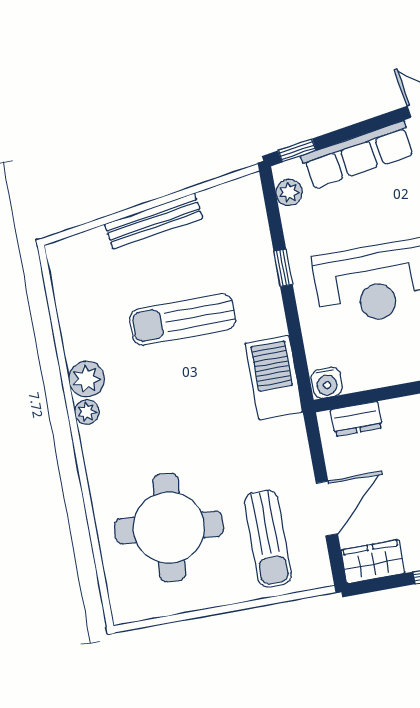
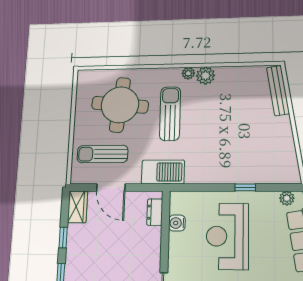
bench: (154, 221) -> (278, 91), moved
sun lounger: (182, 319) -> (170, 114), moved
barbecue: (274, 378) -> (163, 172), moved
water cooler: (327, 383) -> (177, 223), moved

